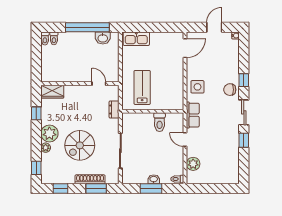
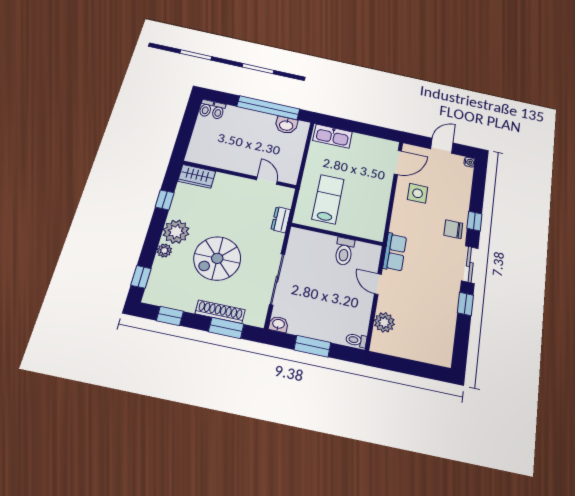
side table: (197, 87) -> (418, 193), moved
washbasin: (154, 179) -> (278, 324), moved

